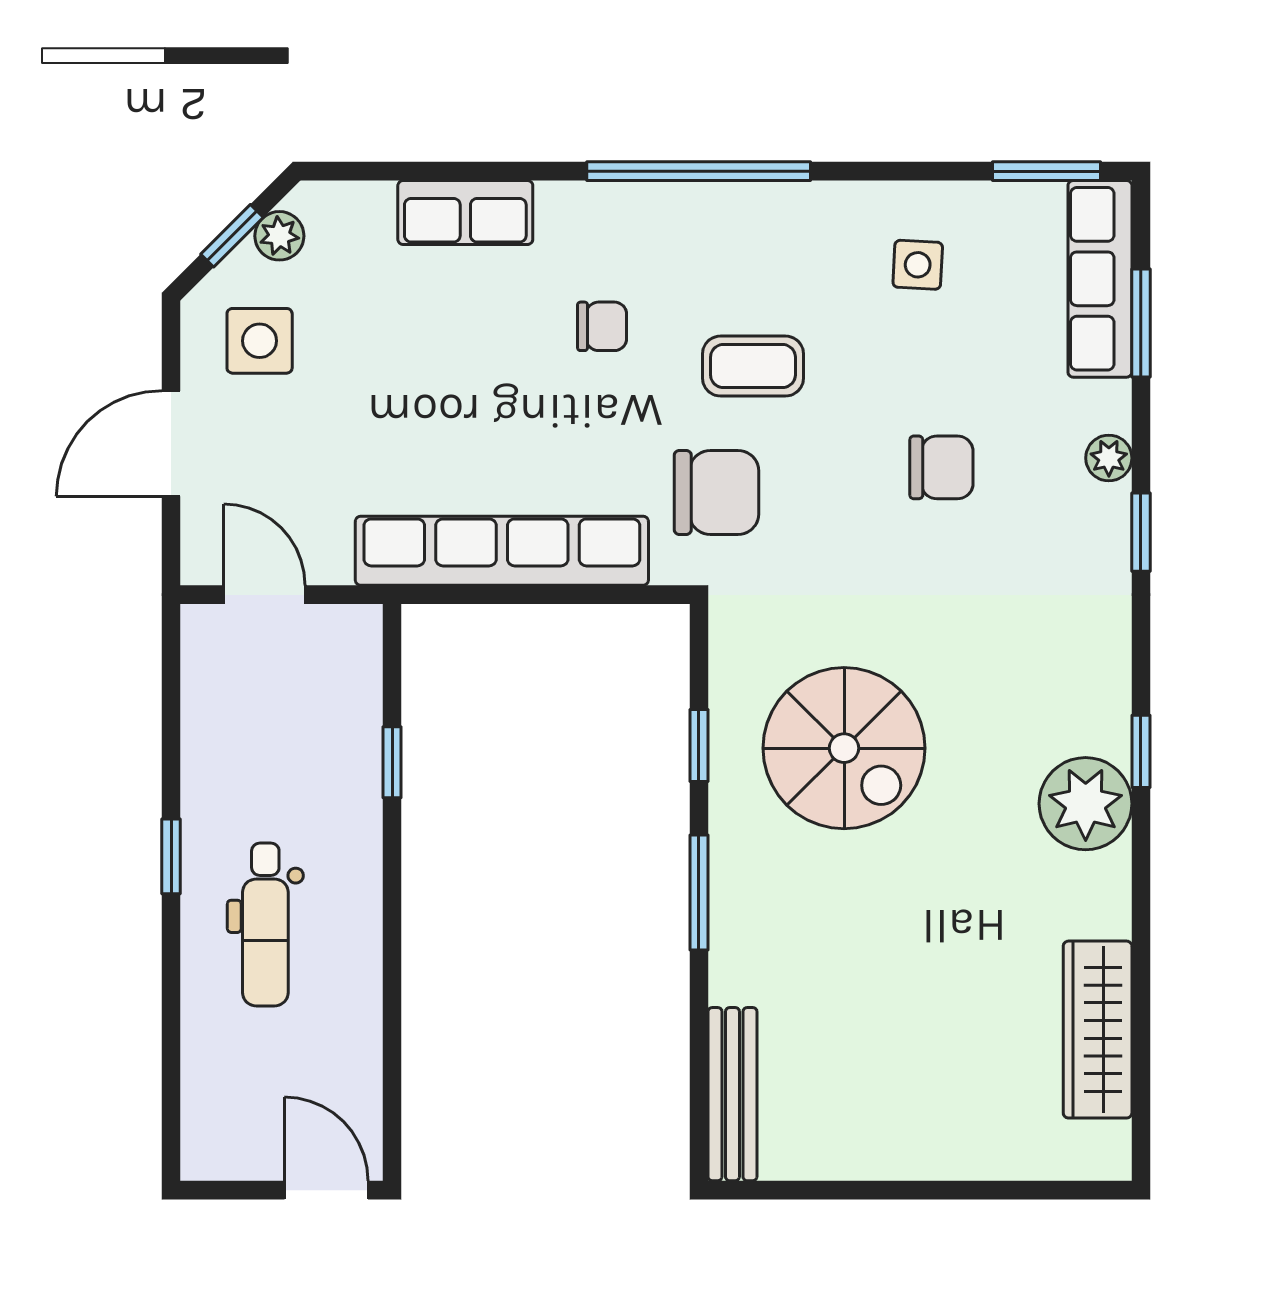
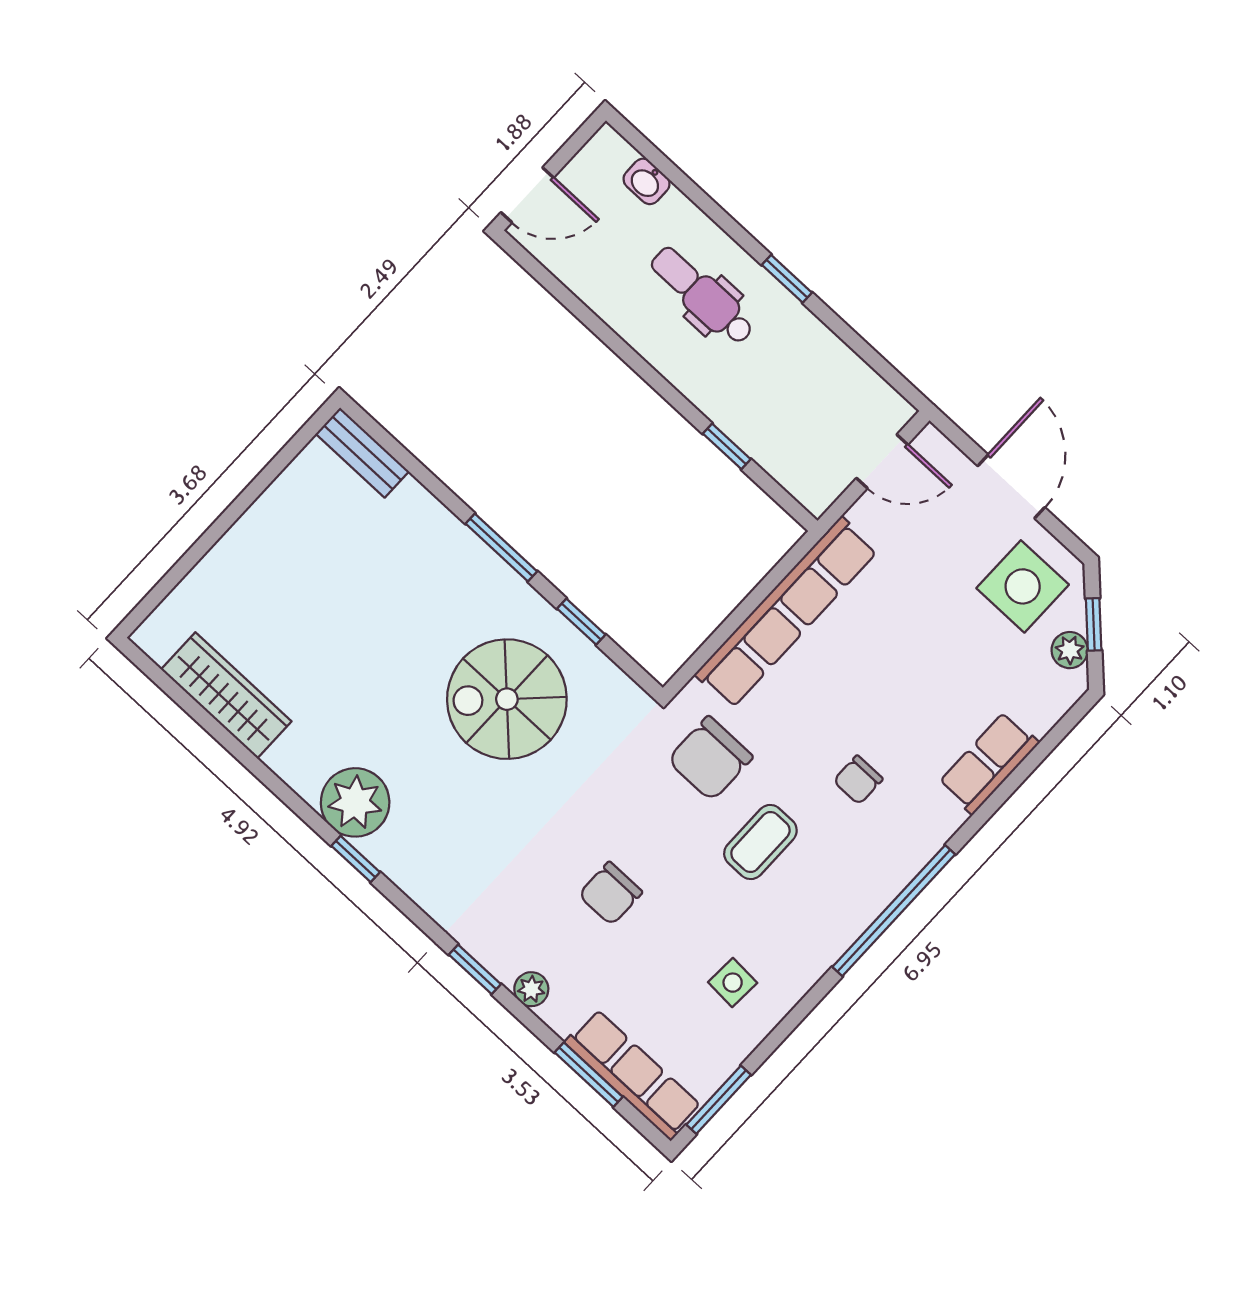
side table: (260, 341) -> (1023, 586), width x1.37, depth x1.37
washbasin: (203, 1085) -> (647, 181), added
bench: (732, 1094) -> (362, 453), width x0.73

